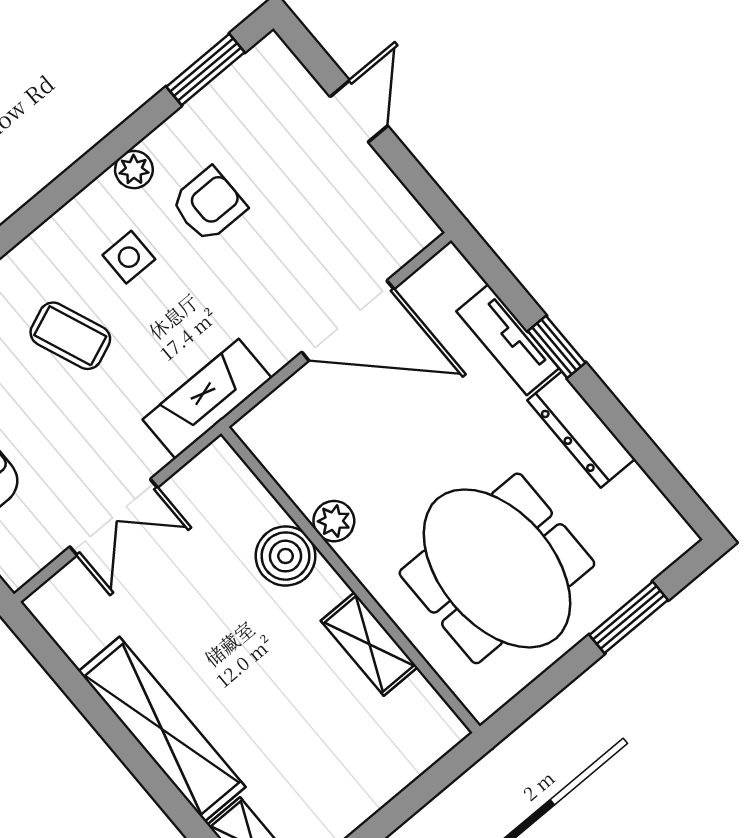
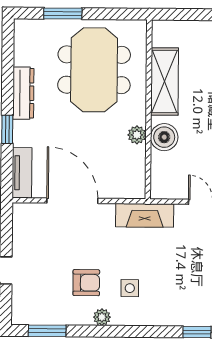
armchair: (209, 205) -> (86, 283), turned 180
coffee table: (70, 336) -> (174, 278), removed
tv unit: (508, 340) -> (22, 173), moved
shelving: (369, 644) -> (165, 82), width x1.50, depth x1.33

